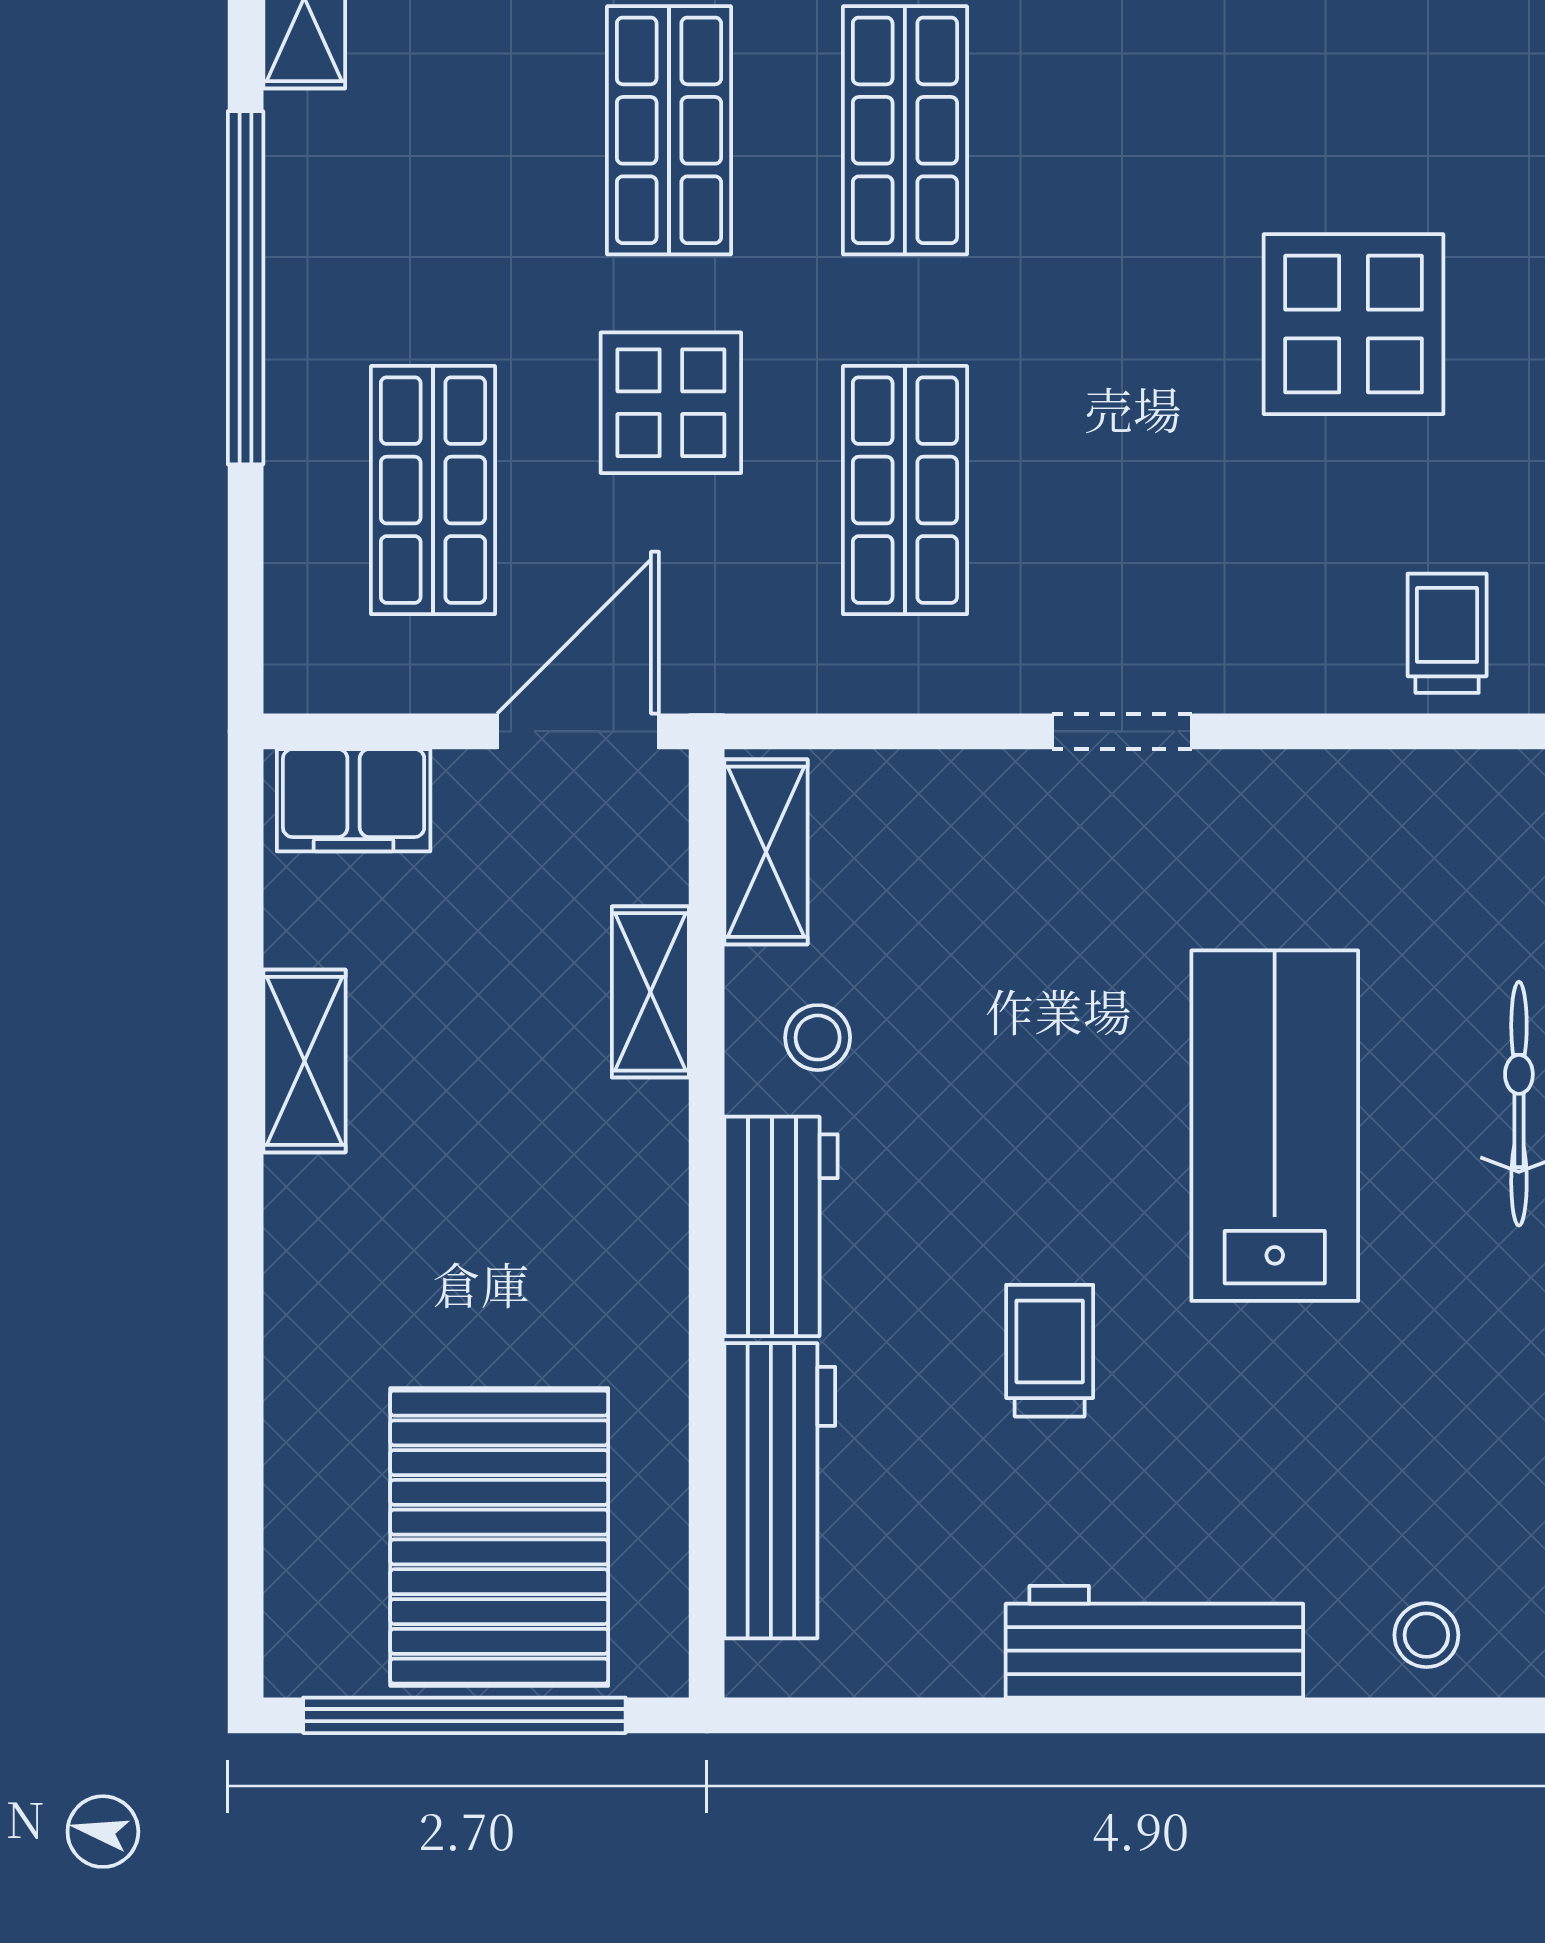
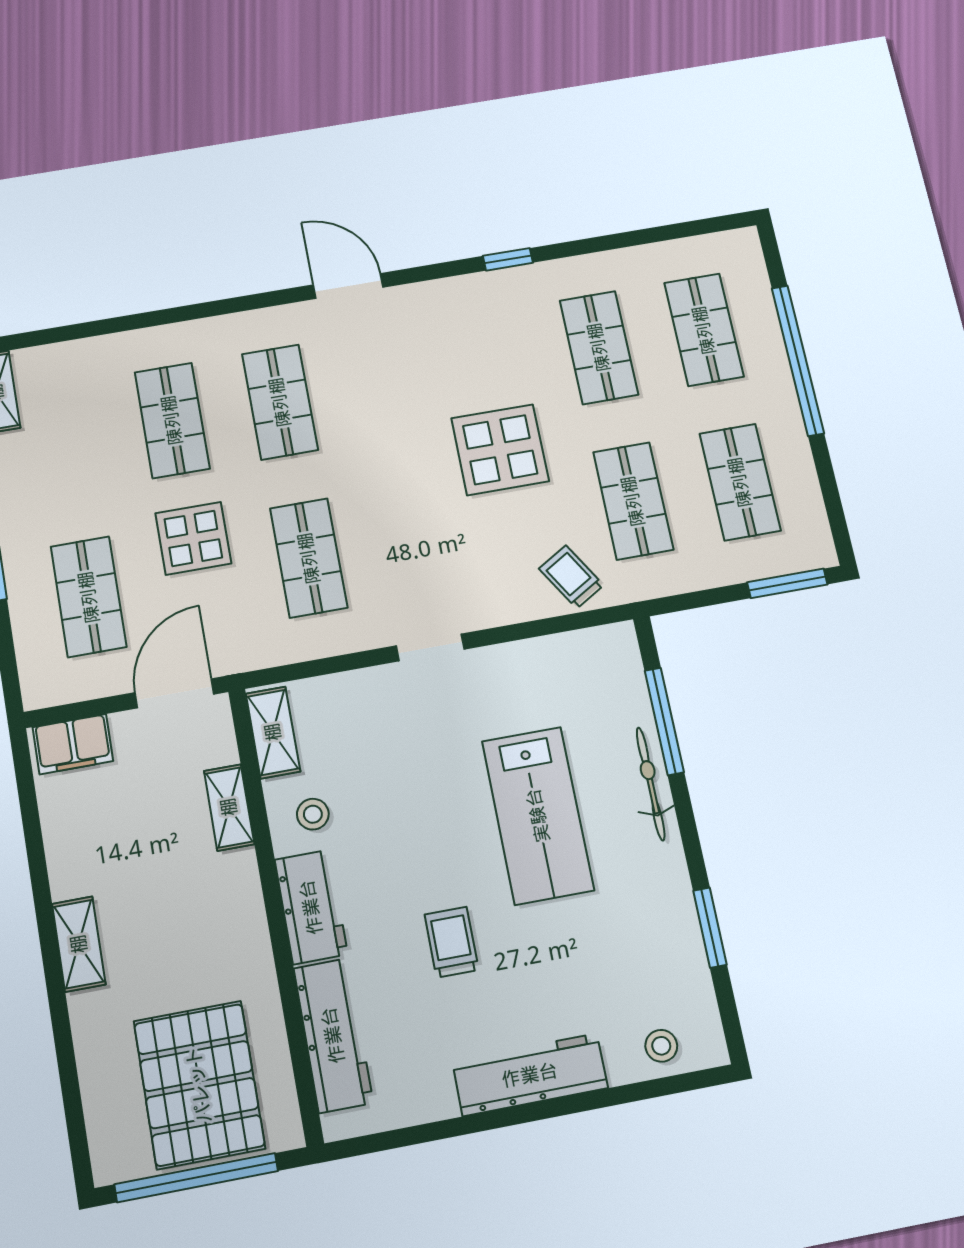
trolley: (1447, 633) -> (571, 577), turned -31
shelving: (304, 1061) -> (79, 944), moved
lab bench: (1275, 1126) -> (538, 815), turned 180

